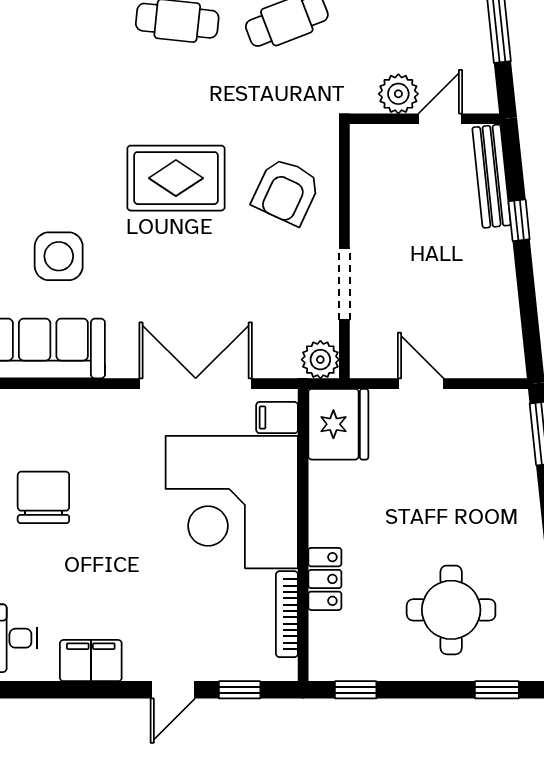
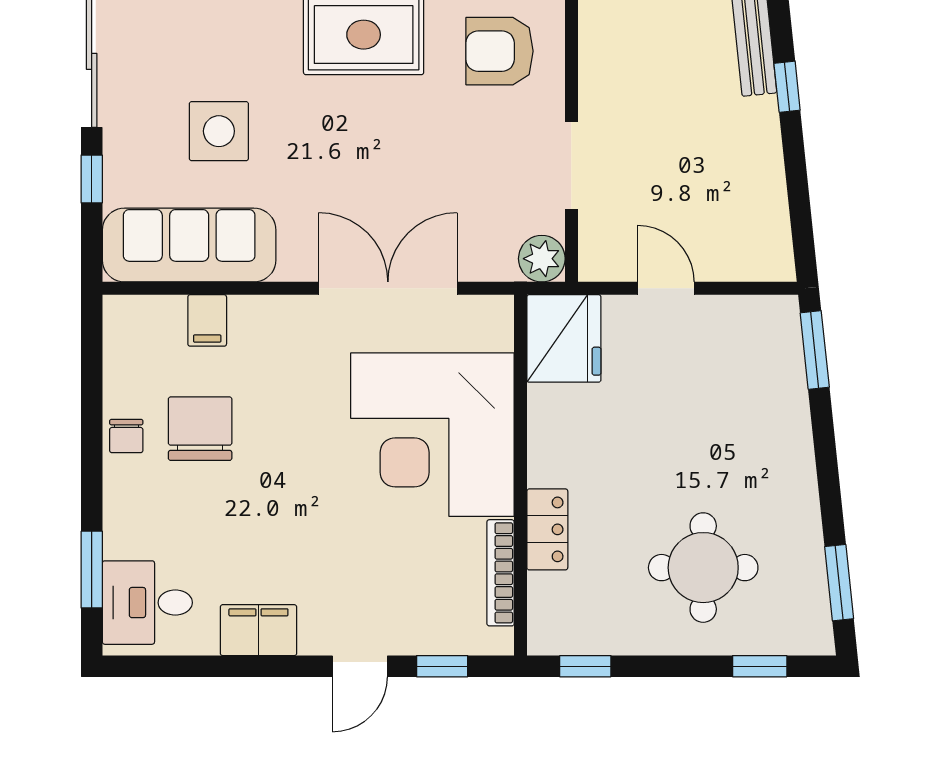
armchair: (286, 191) -> (500, 51), turned 65
filing cabinet: (277, 418) -> (207, 320), moved, turned -90

